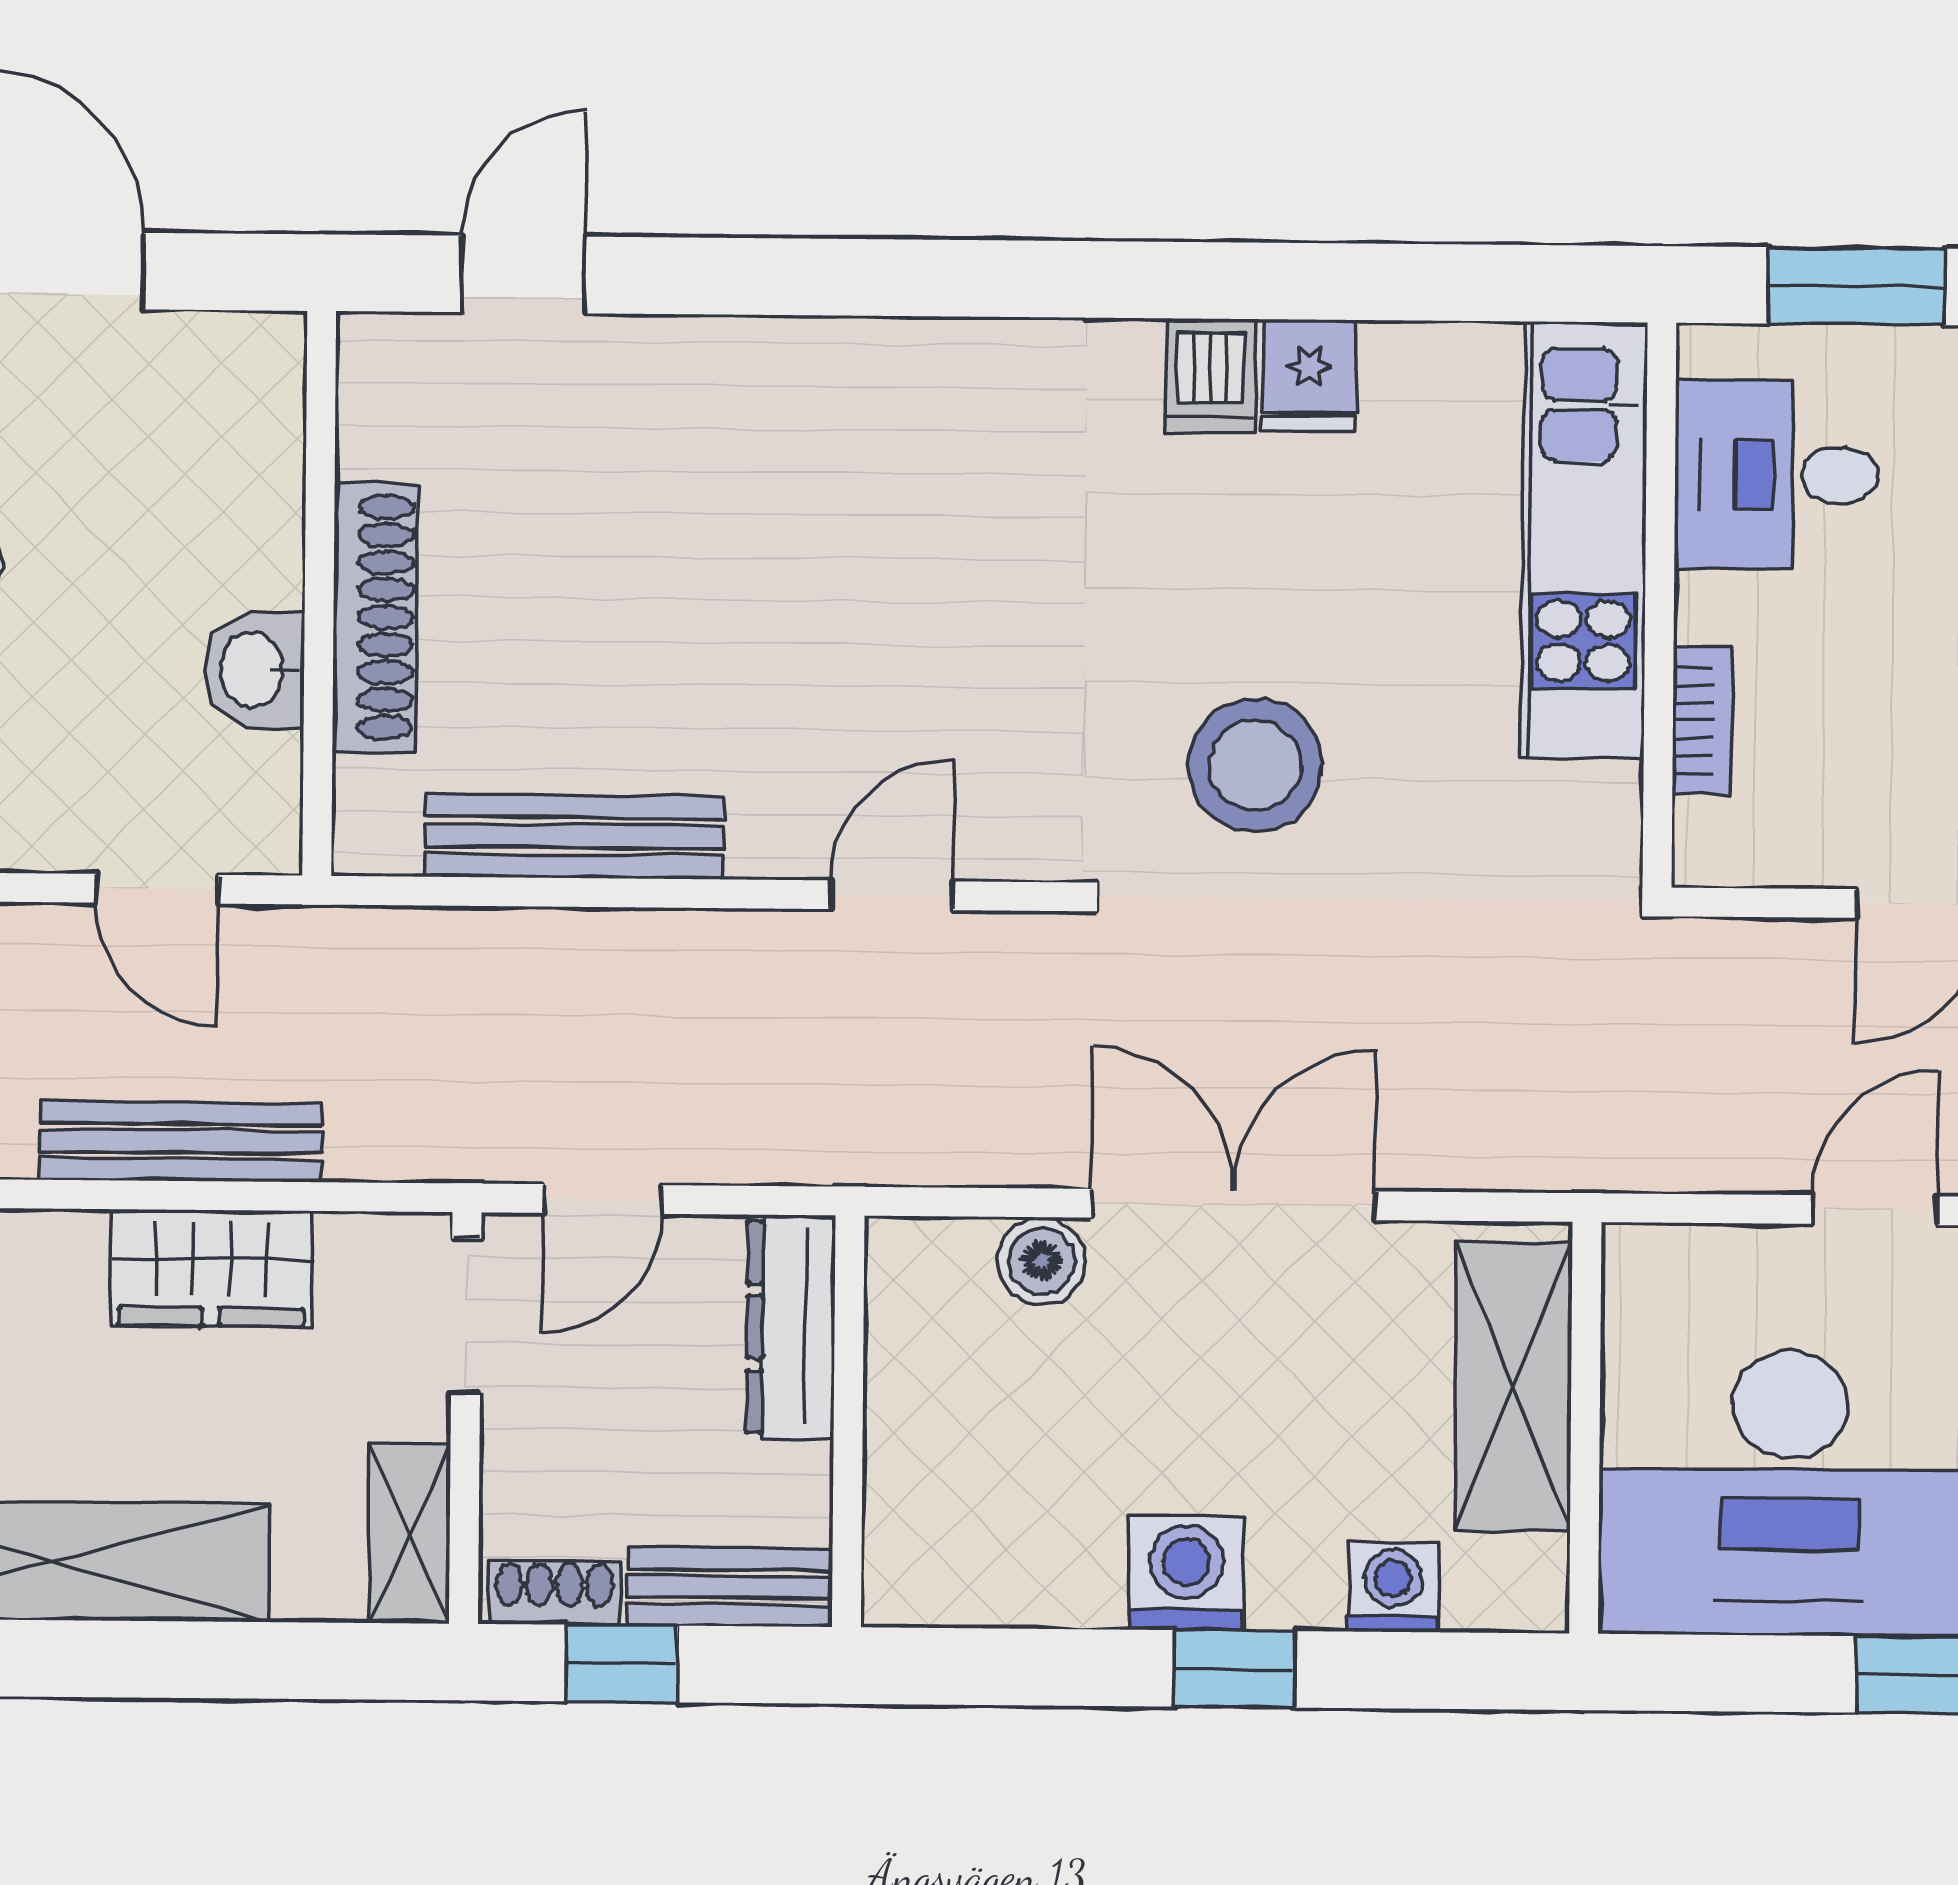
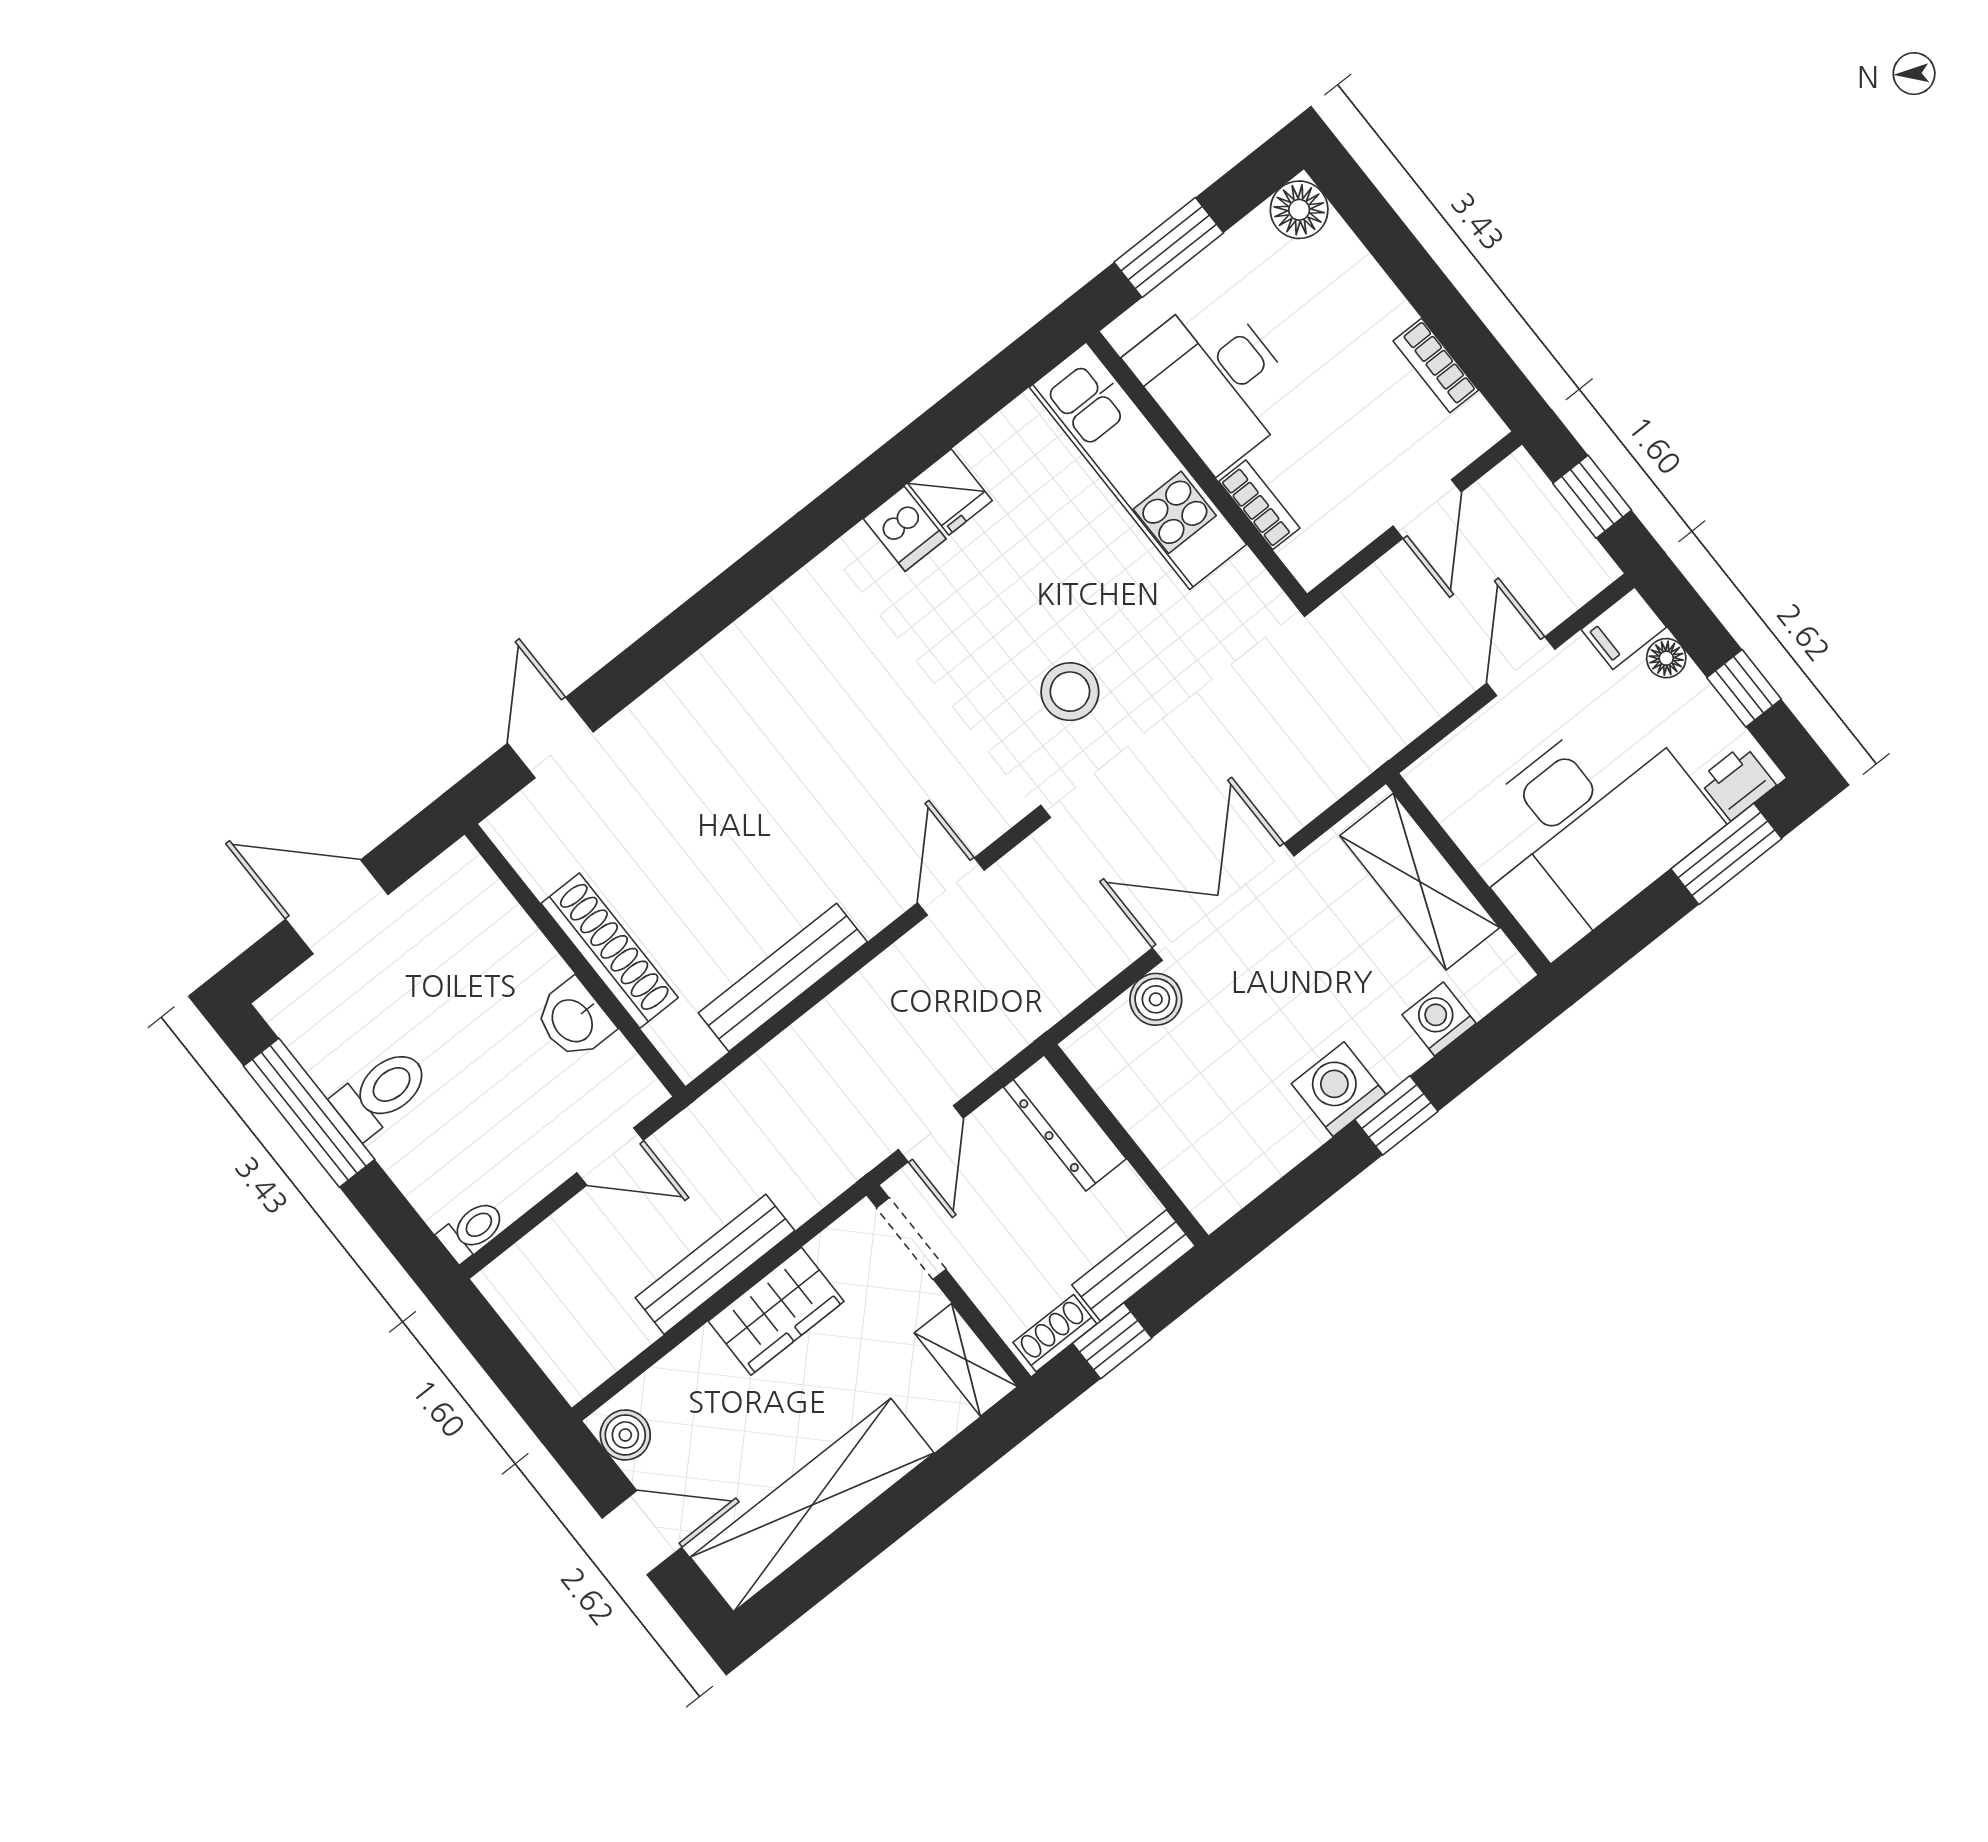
desk: (1777, 475) -> (1215, 381), width x1.37
stool: (1255, 765) -> (1070, 692), width x0.73, depth x0.73

